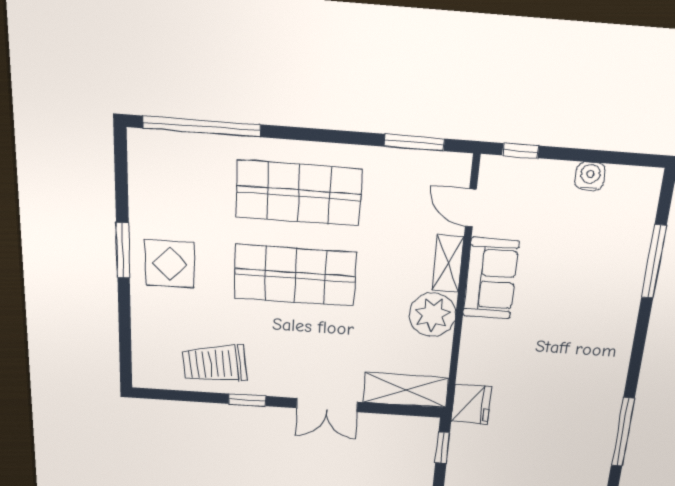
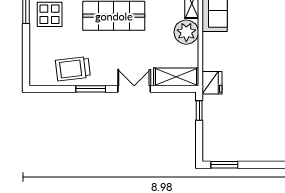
window: (247, 400) -> (91, 89), width x1.50
double door: (327, 405) -> (134, 89), swing flipped

